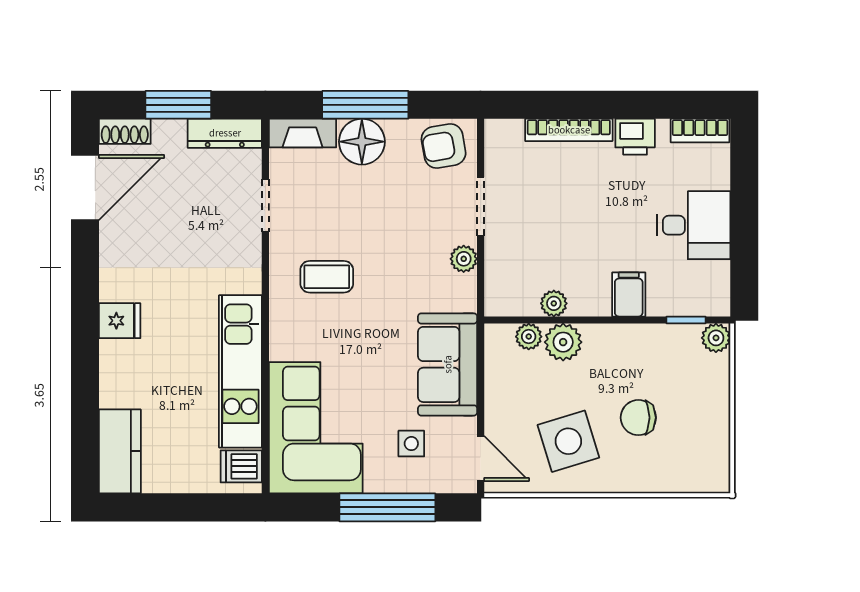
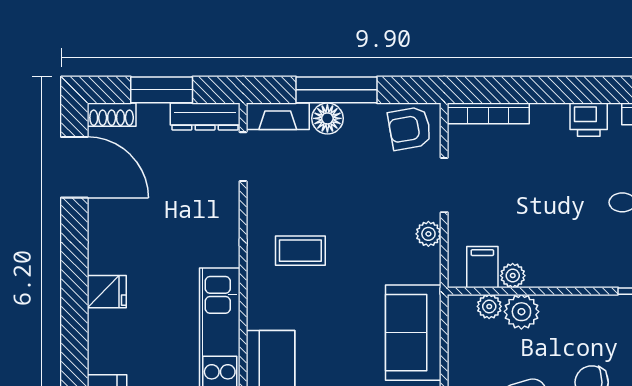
bookcase: (569, 130) -> (488, 113), moved
floor lamp: (362, 142) -> (327, 118), width x0.73, depth x0.73
door: (85, 188) -> (74, 167), hinge flipped
doorway: (265, 206) -> (243, 157), moved
filing cabinet: (629, 294) -> (482, 267), moved

